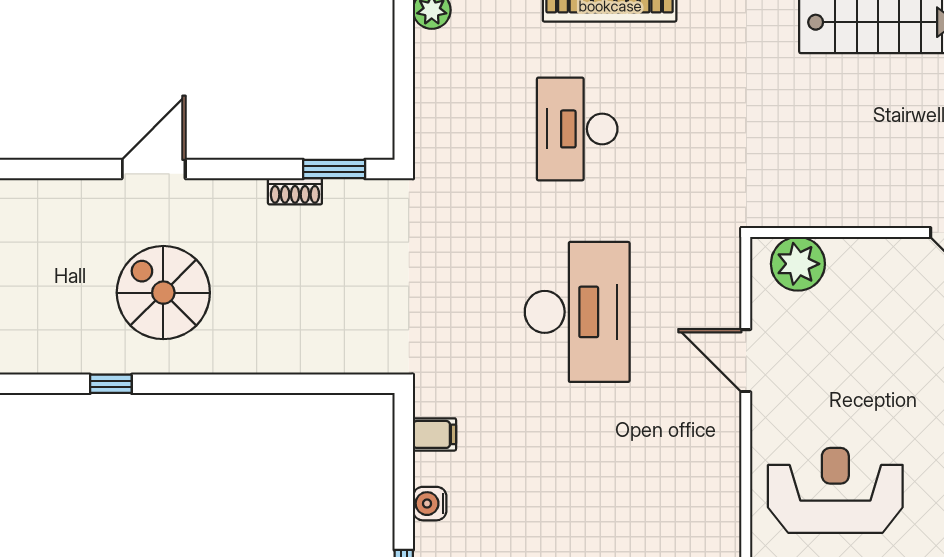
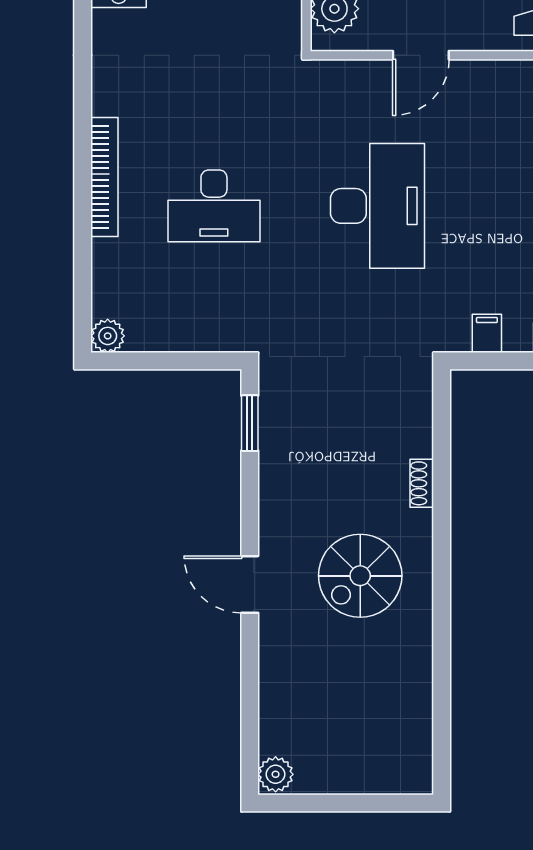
shoe rack: (295, 191) -> (422, 483), moved, turned 180
desk: (577, 312) -> (377, 206), turned 90
window: (111, 384) -> (442, 623), removed

